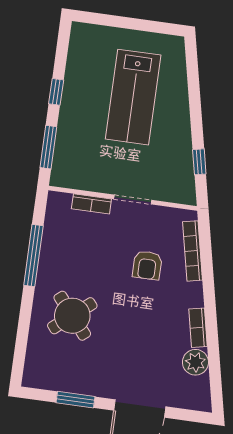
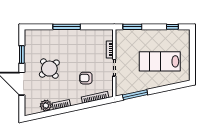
window: (56, 92) -> (172, 27), moved
window: (199, 162) -> (135, 95), width x2.17
window: (33, 256) -> (67, 27), moved
round table: (72, 316) -> (49, 69), moved

